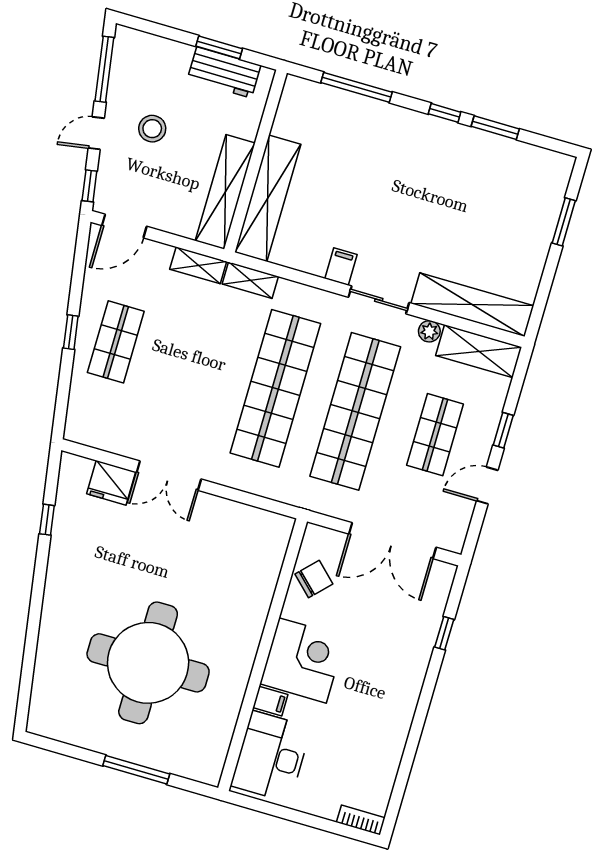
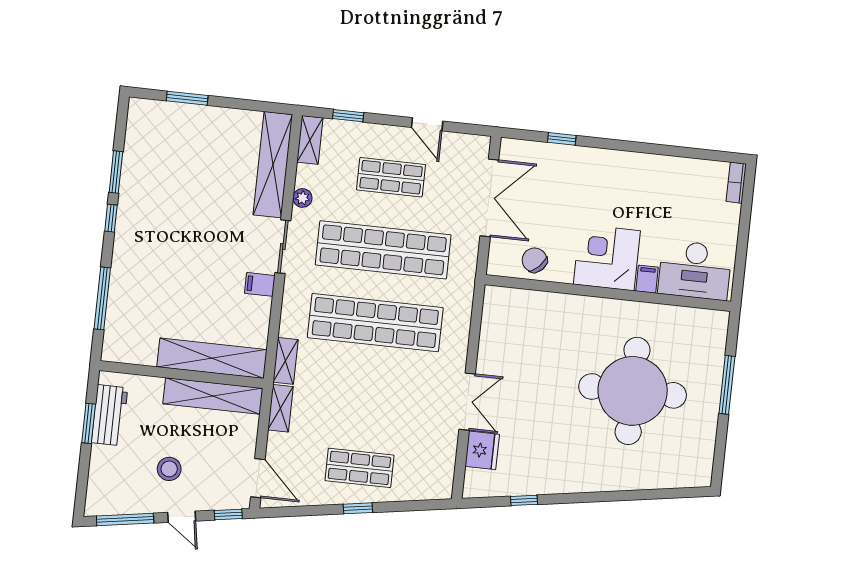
shelving: (479, 351) -> (310, 140), width x0.67, depth x0.75
window: (503, 430) -> (348, 116), moved

